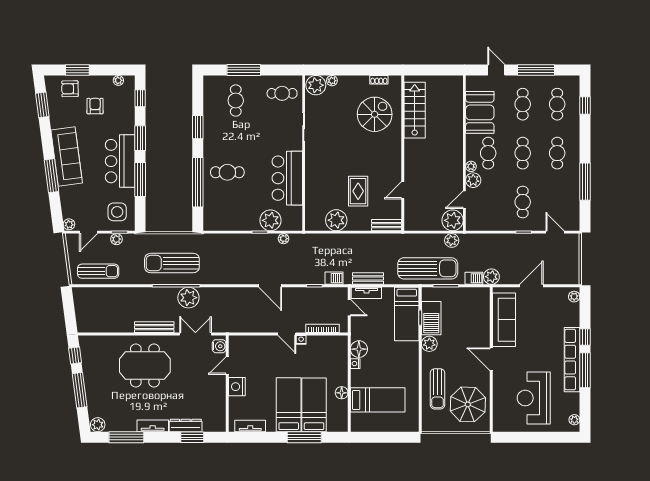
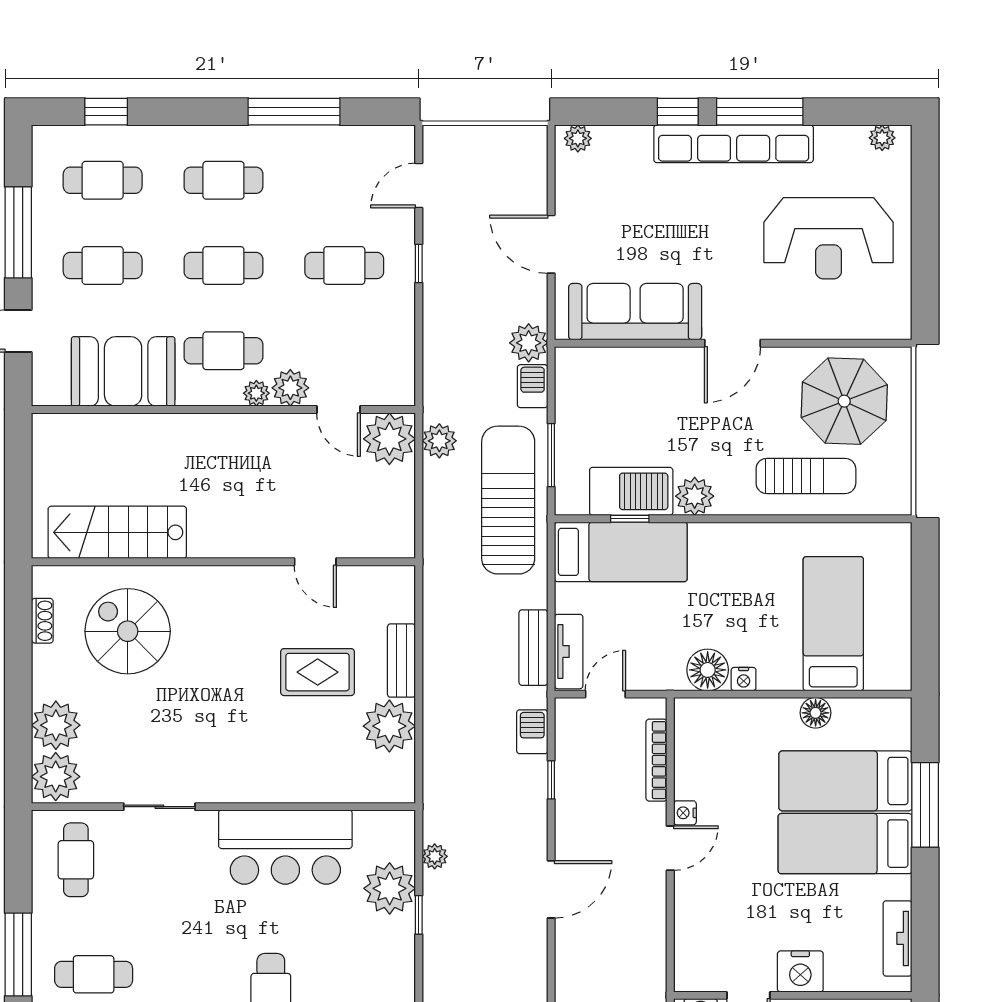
plant: (332, 81) -> (56, 725), width x1.87, depth x1.87
bench: (387, 225) -> (401, 661), moved

